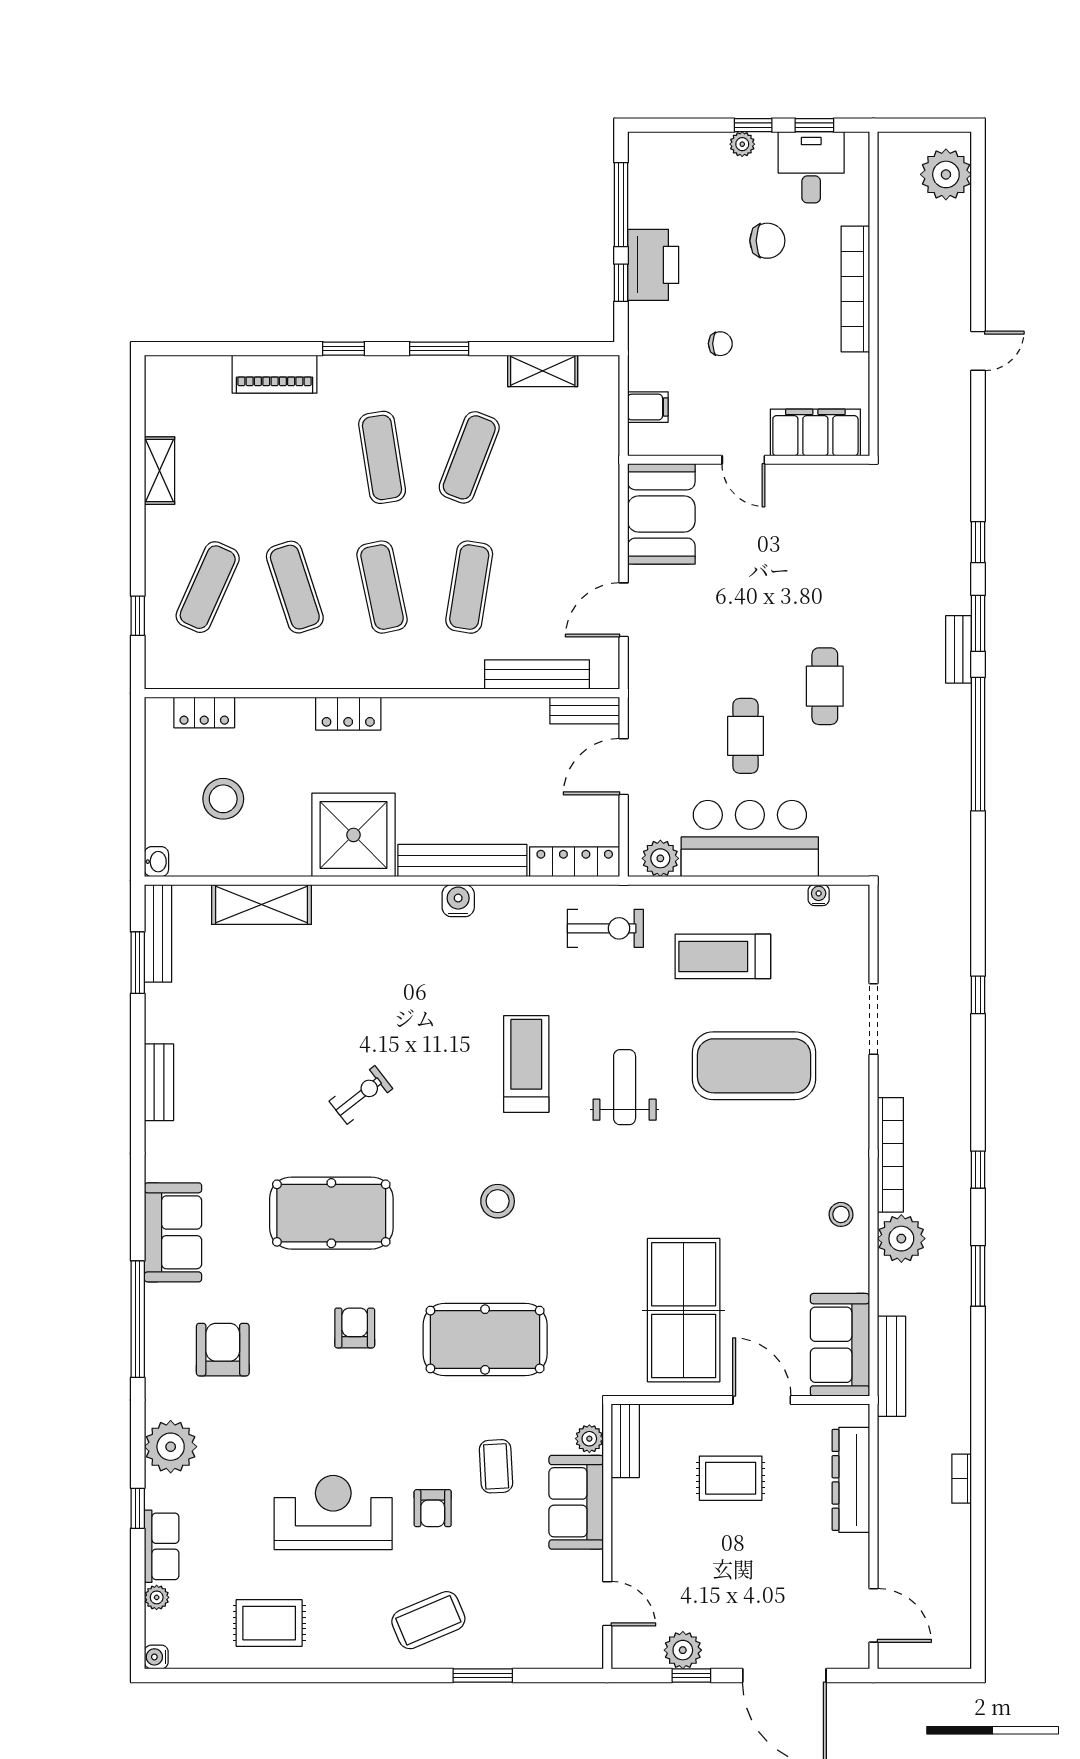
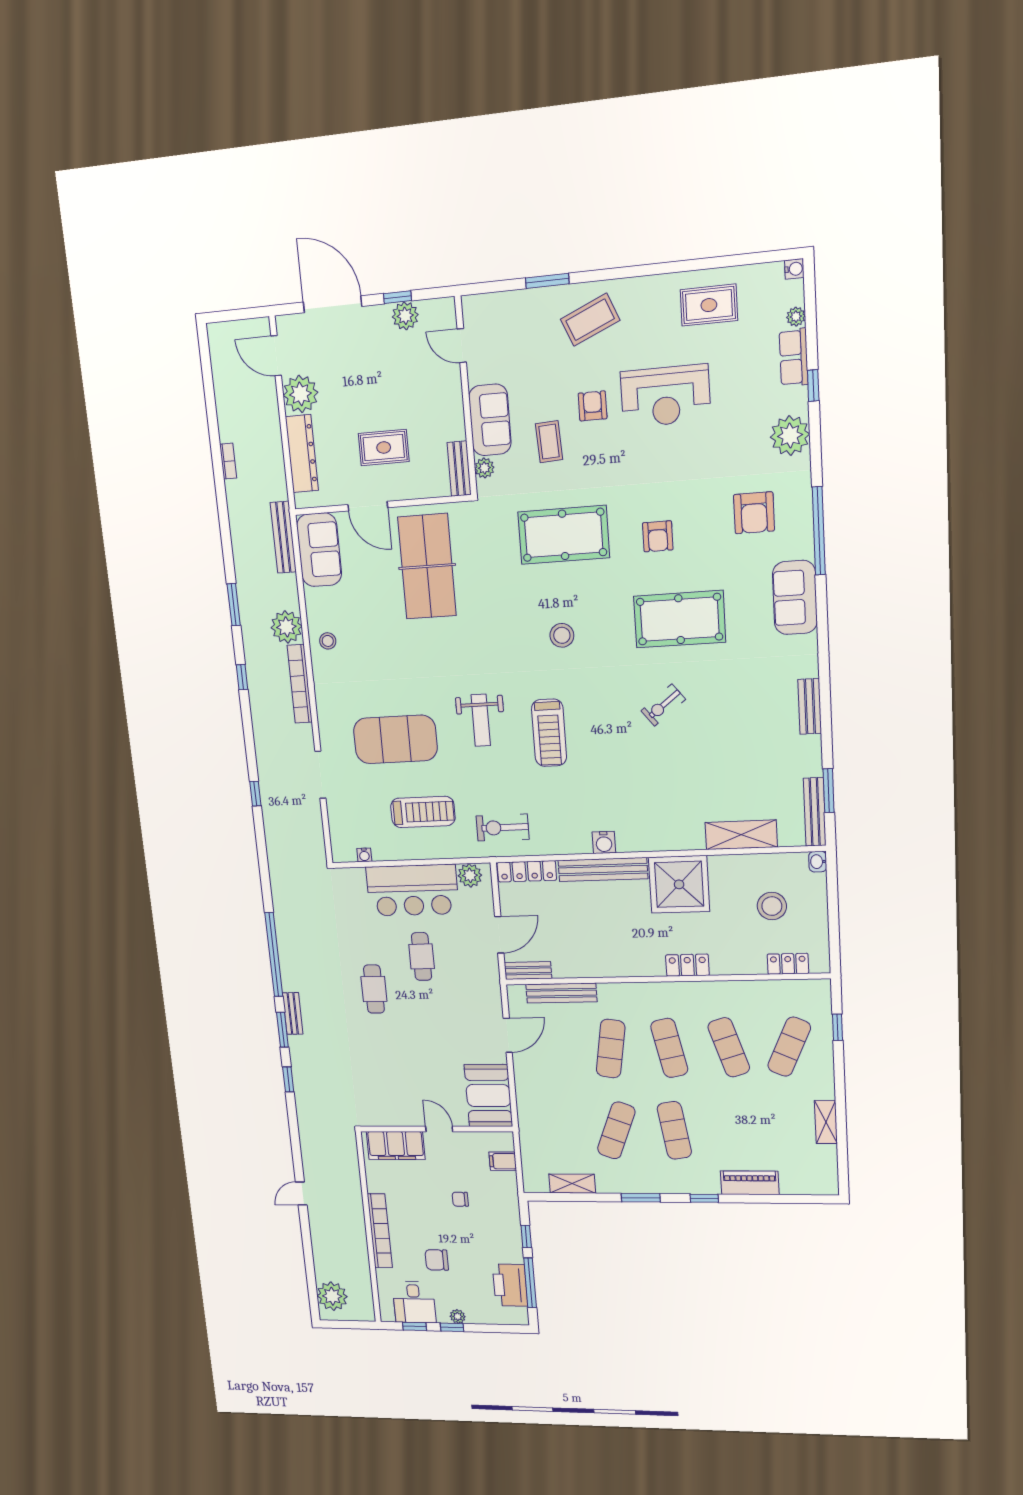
printer: (653, 265) -> (510, 1285), moved
plant: (844, 1561) -> (300, 394), added

